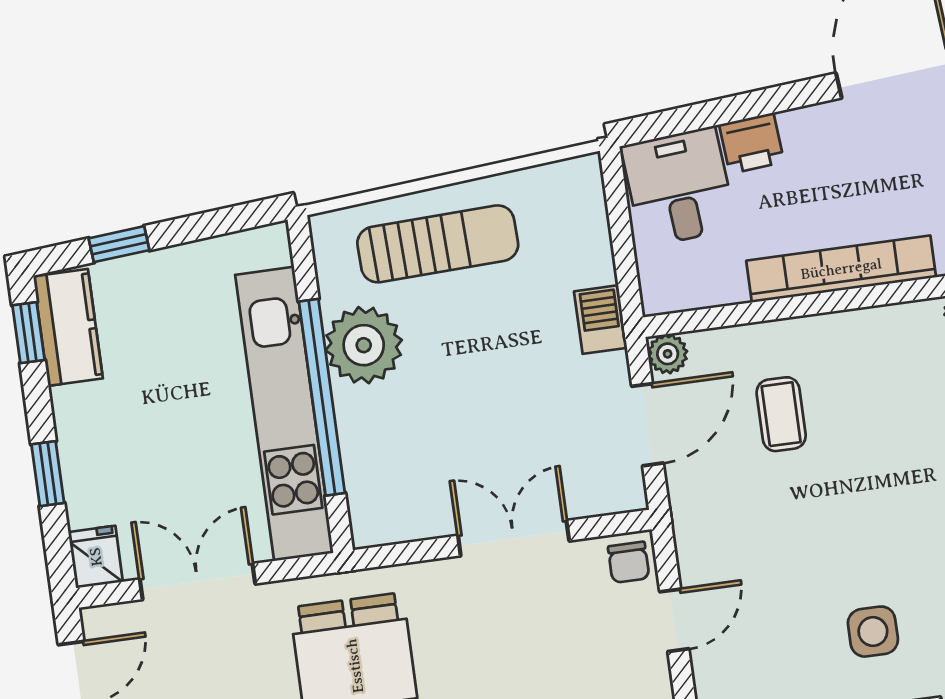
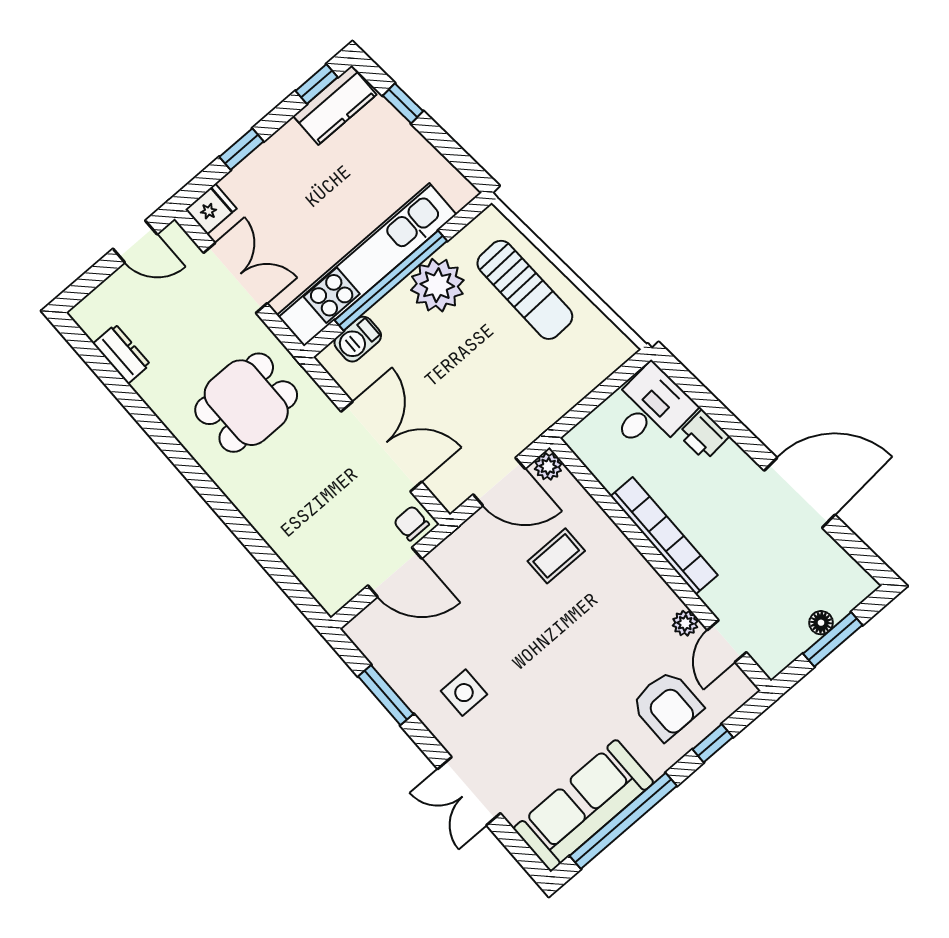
barbecue: (601, 320) -> (358, 339), moved, turned 180
double door: (514, 538) -> (381, 447), width x1.37
chair: (629, 562) -> (411, 523), turned 90
door: (674, 620) -> (395, 572), width x1.38

